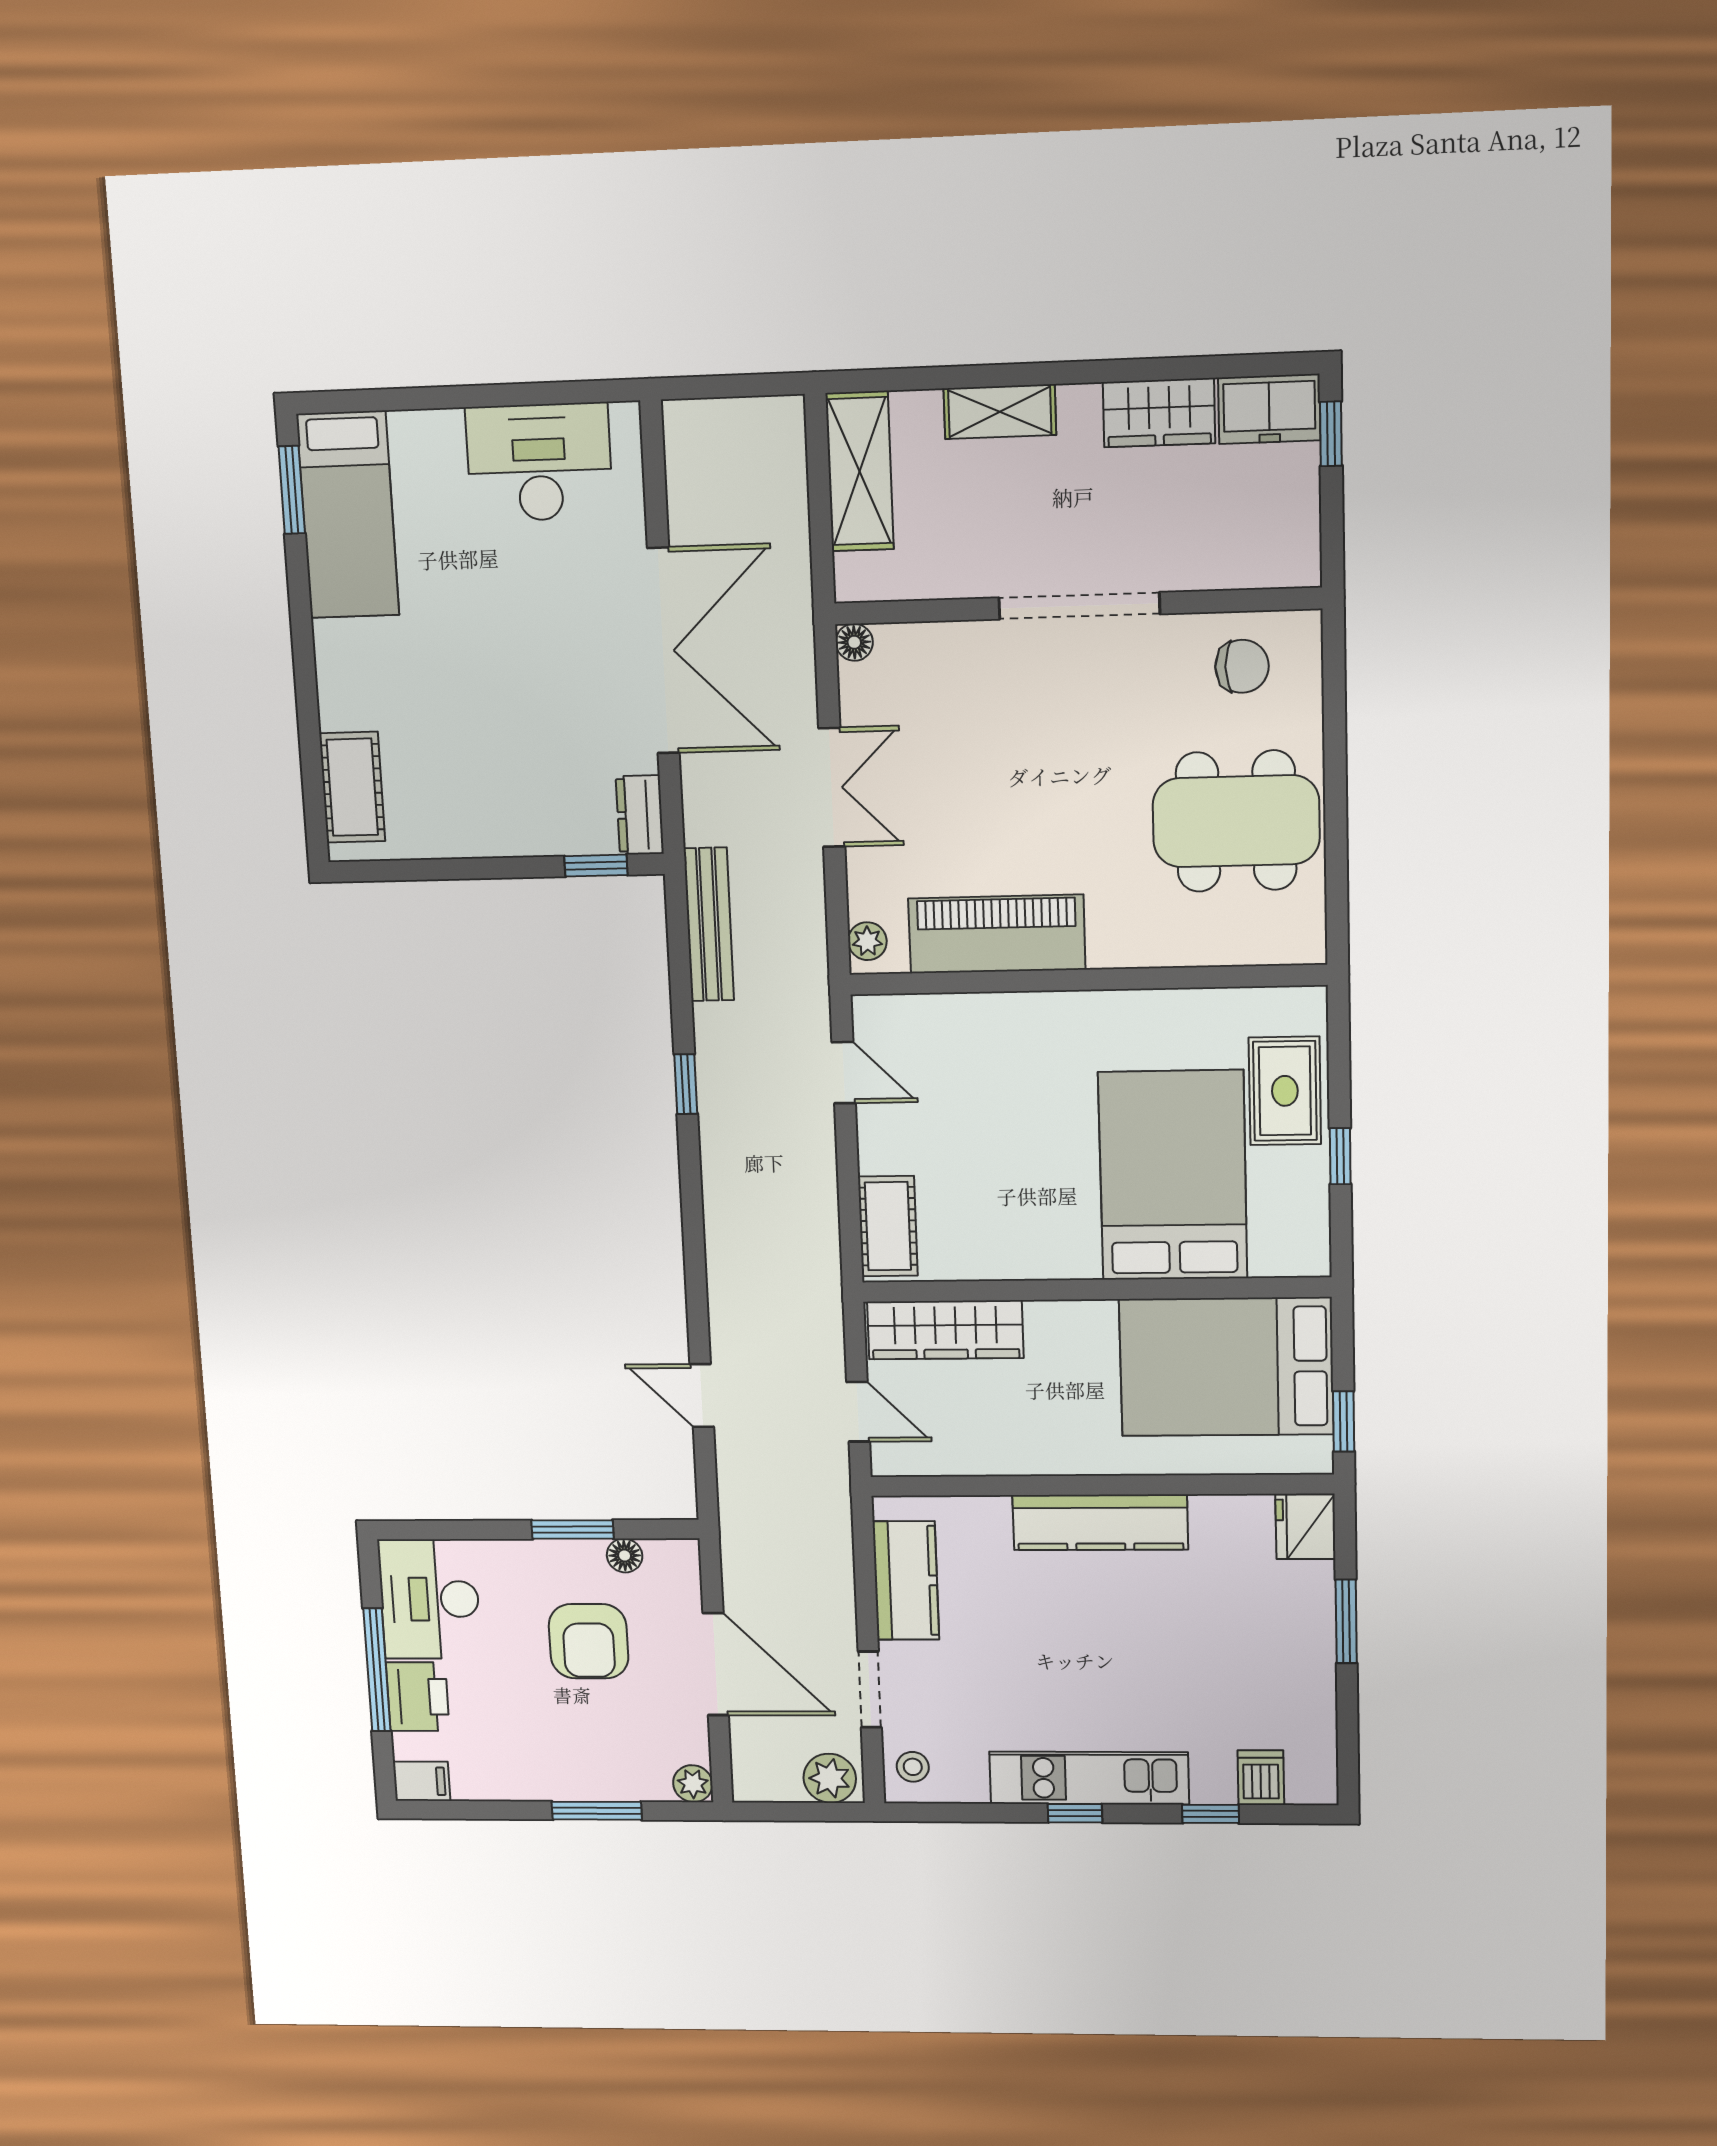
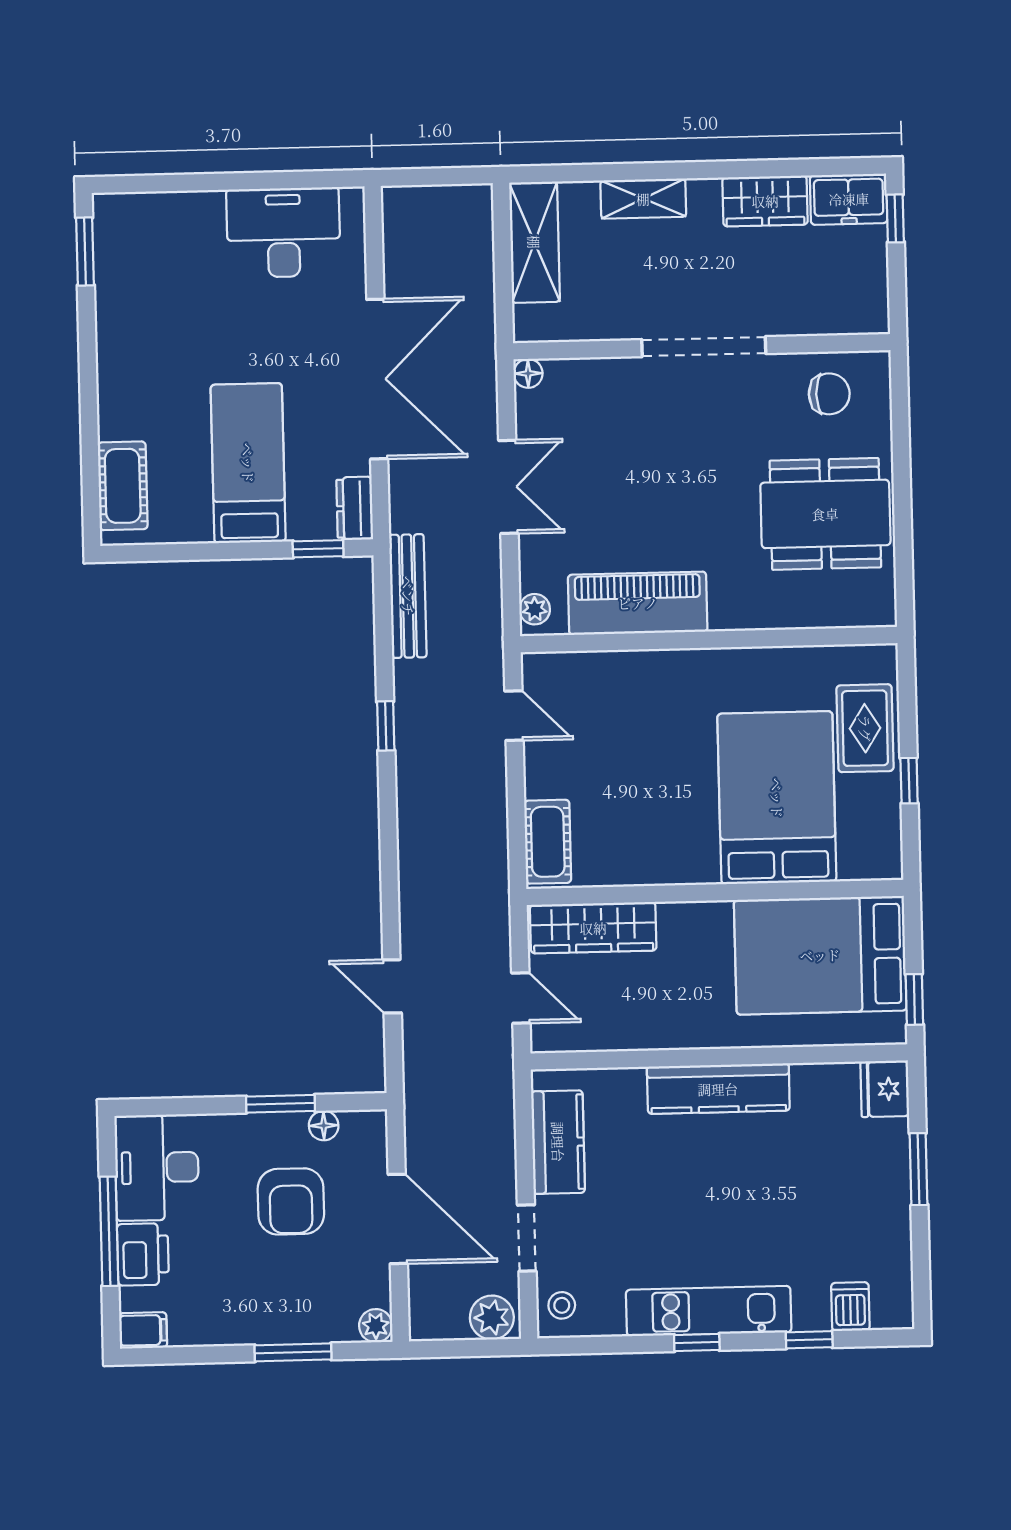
bed: (348, 515) -> (248, 463), moved, turned 180

